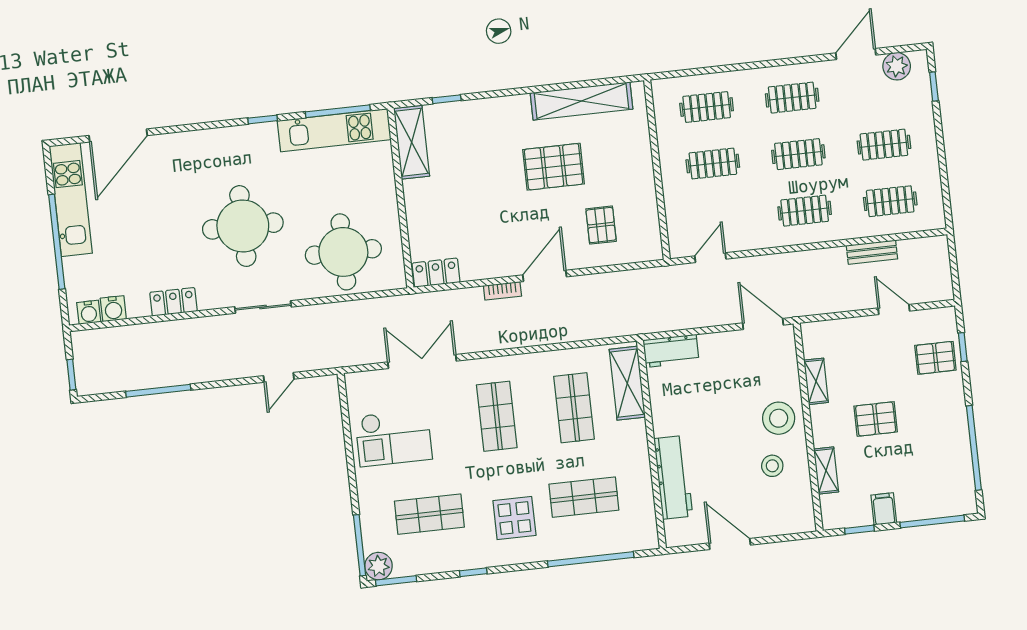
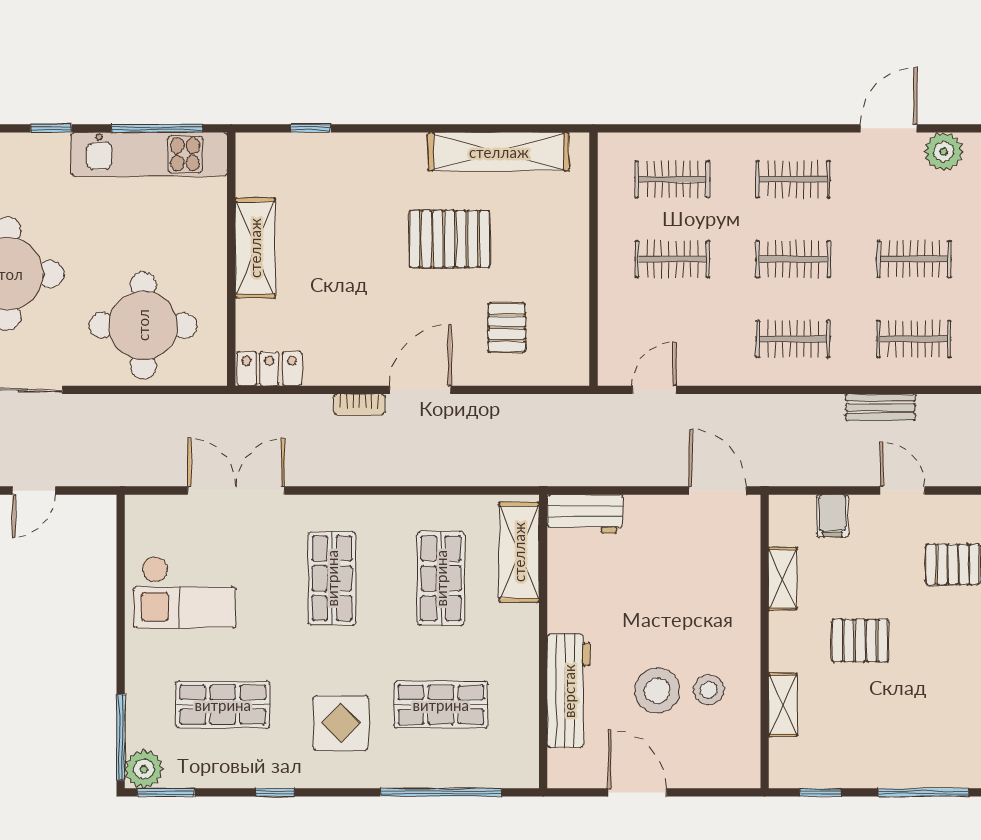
shelving: (412, 142) -> (255, 248), moved
stool: (779, 418) -> (657, 690), moved
filing cabinet: (884, 509) -> (833, 516), moved, turned 180

